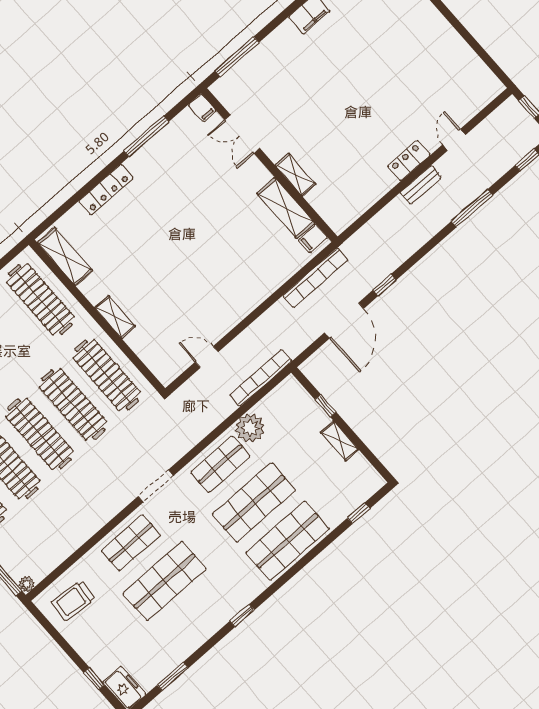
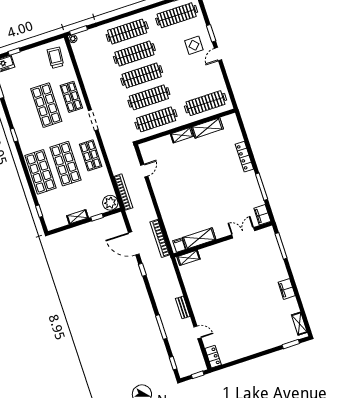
filing cabinet: (202, 108) -> (262, 215), width x2.00
locker: (409, 161) -> (213, 357), moved
shelving: (295, 175) -> (189, 258), moved
shelving: (65, 257) -> (207, 128), moved
plant: (250, 428) -> (110, 203), moved

